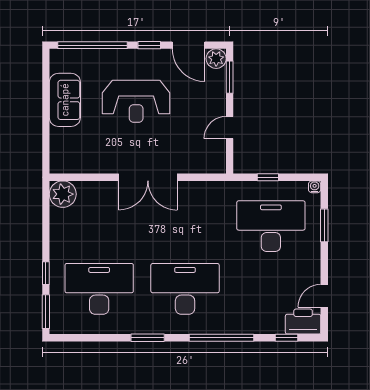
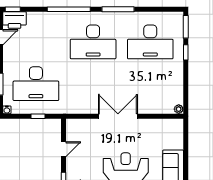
plant: (63, 194) -> (179, 109), width x0.53, depth x0.53
window: (148, 338) -> (118, 9), width x1.44
window: (286, 338) -> (13, 9), moved

